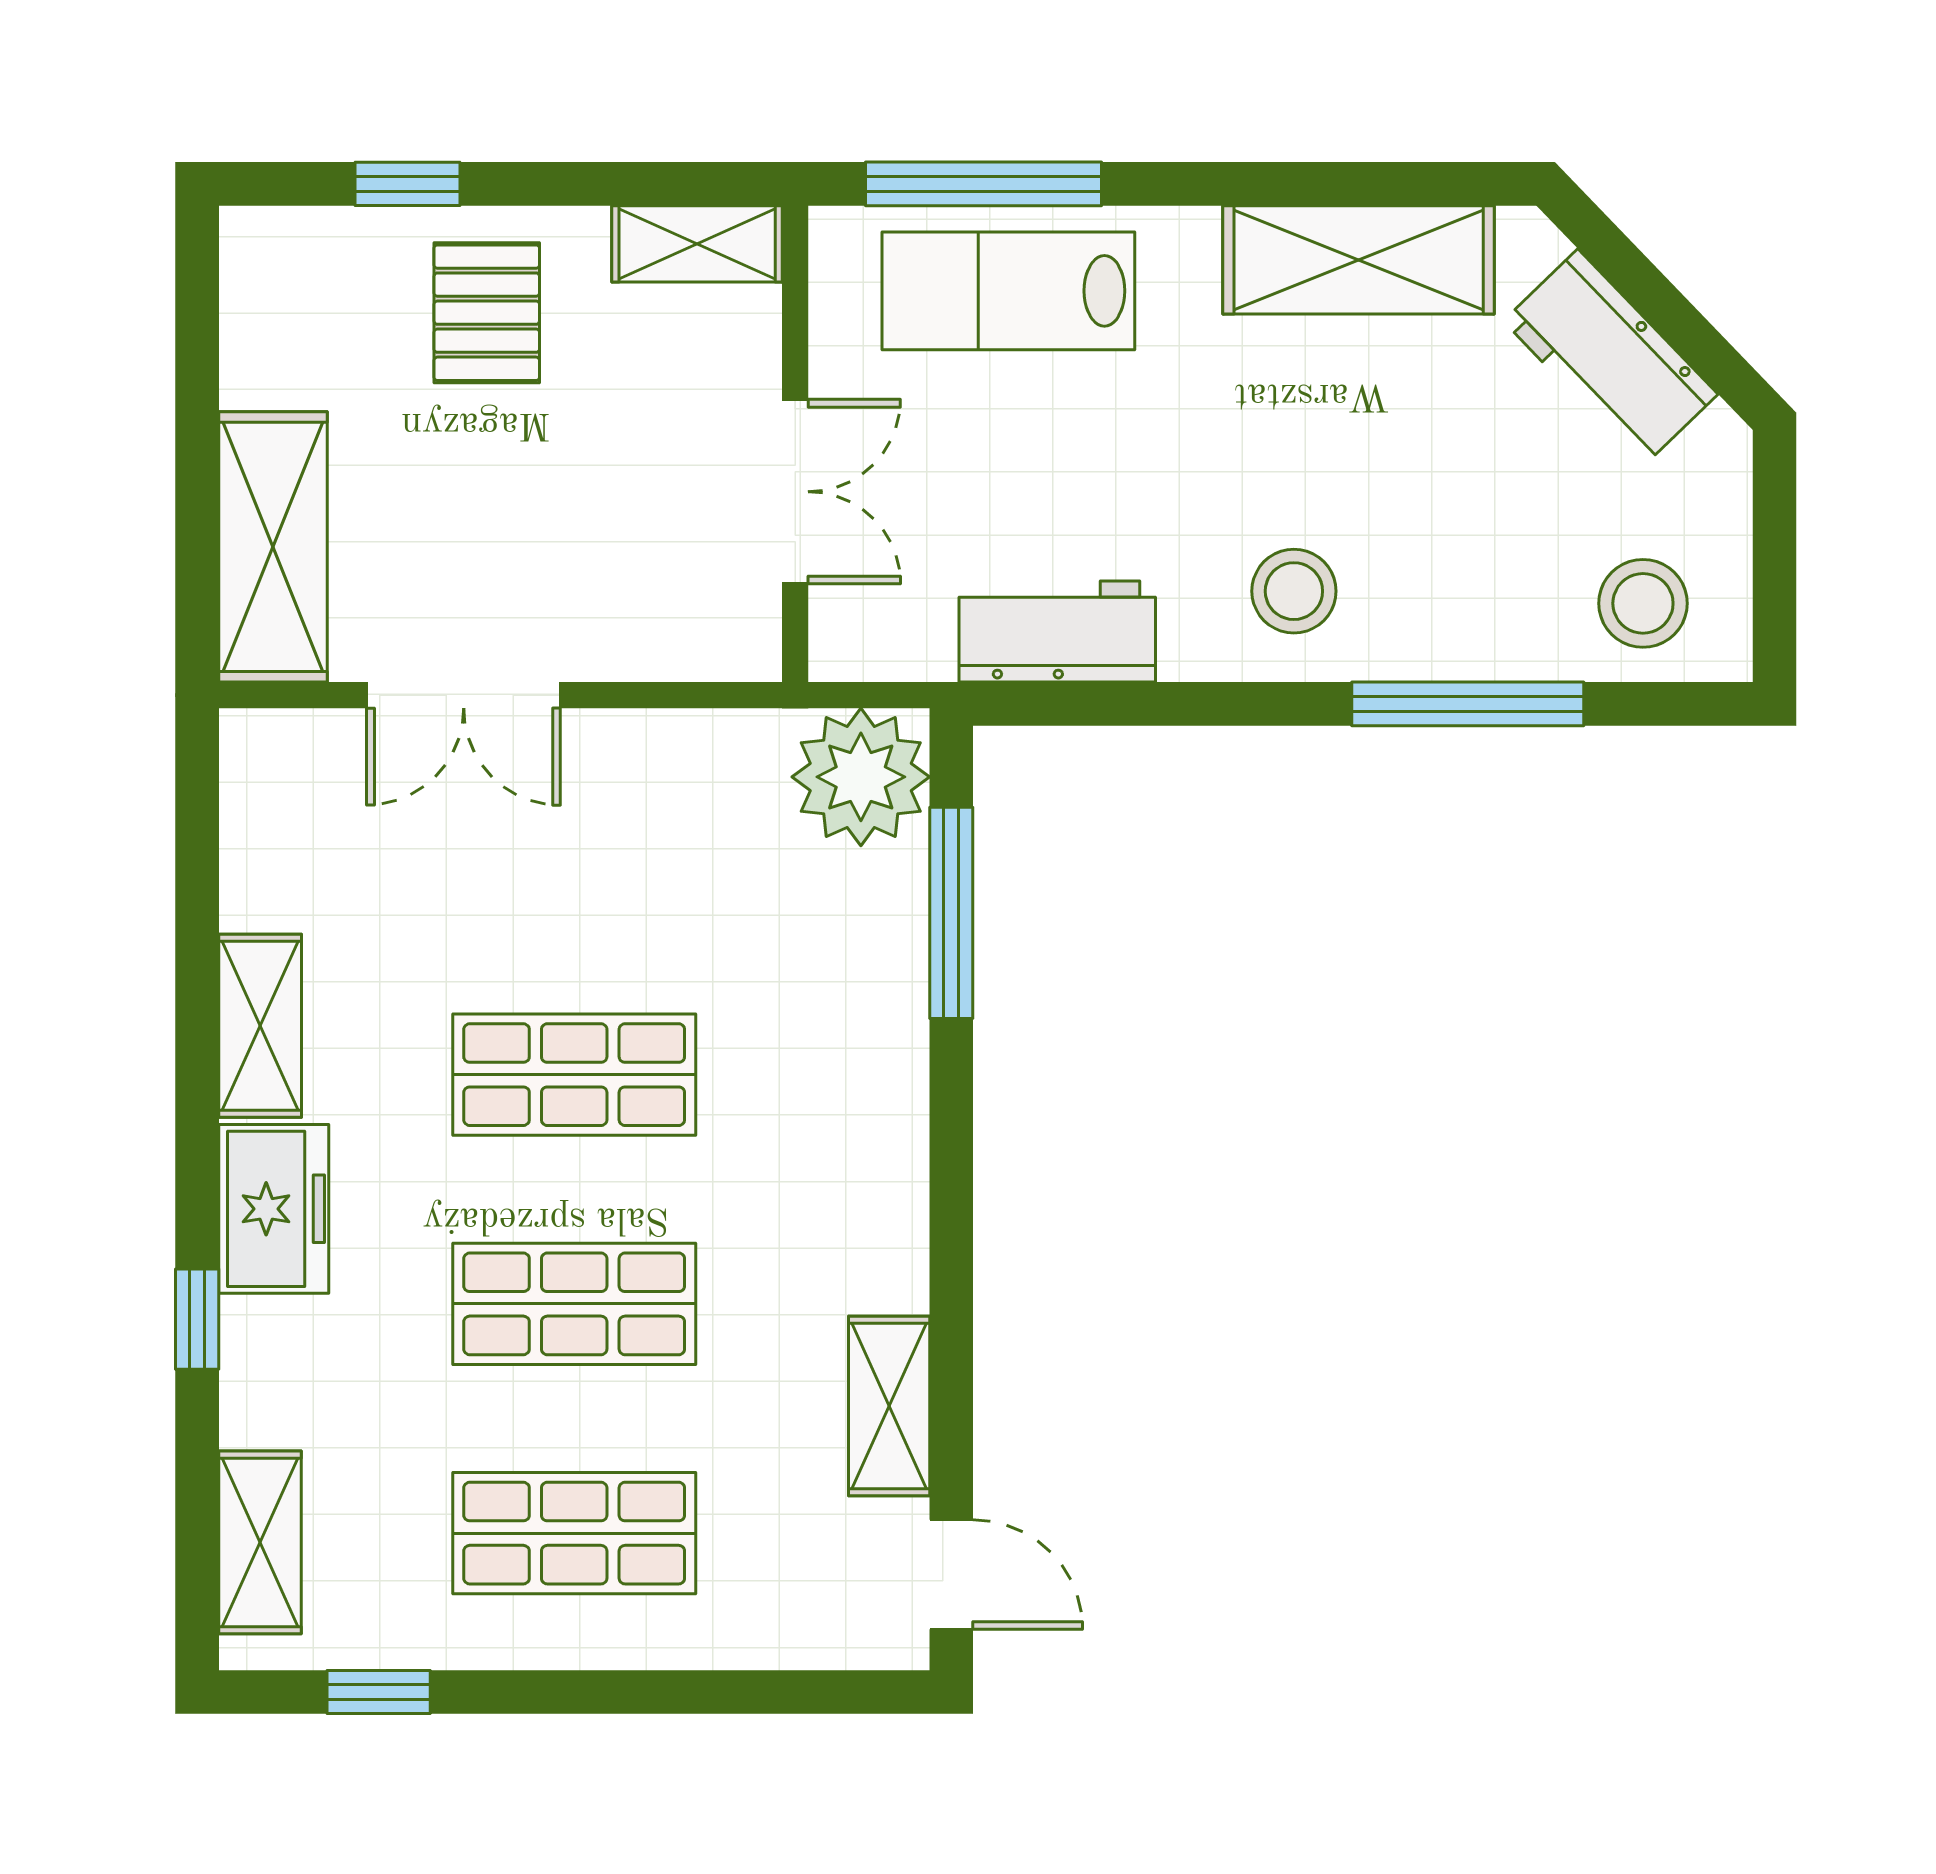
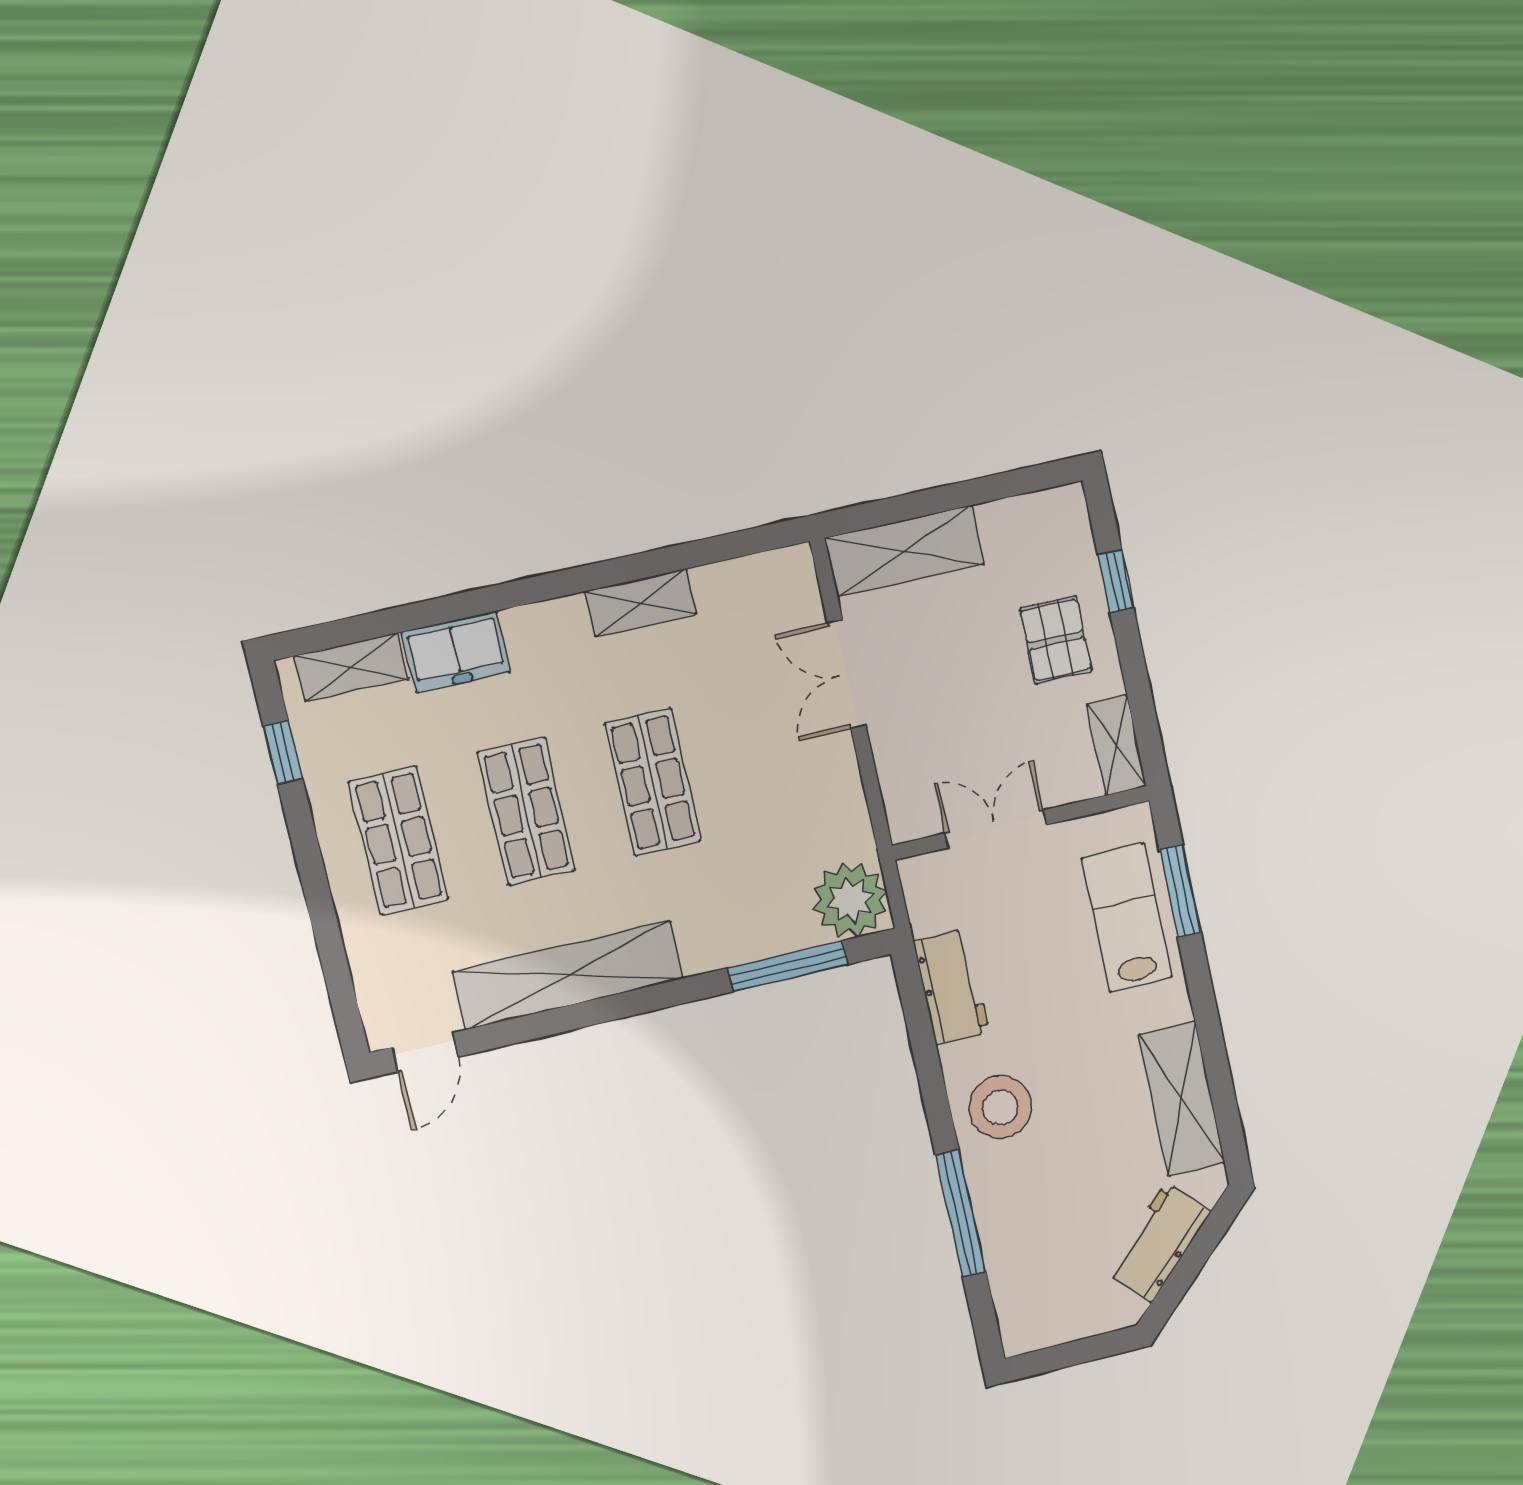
window: (983, 184) -> (1180, 891), width x0.69
pallet: (487, 313) -> (1056, 640), turned 90
double door: (795, 492) -> (996, 829), swing flipped
stool: (1294, 591) -> (1000, 1107), width x1.38, depth x1.38
stool: (1643, 603) -> (1034, 1291), removed
freezer: (274, 1209) -> (456, 652), moved
window: (197, 1319) -> (469, 604), removed
shelving: (889, 1406) -> (568, 975), width x2.20, depth x1.33

